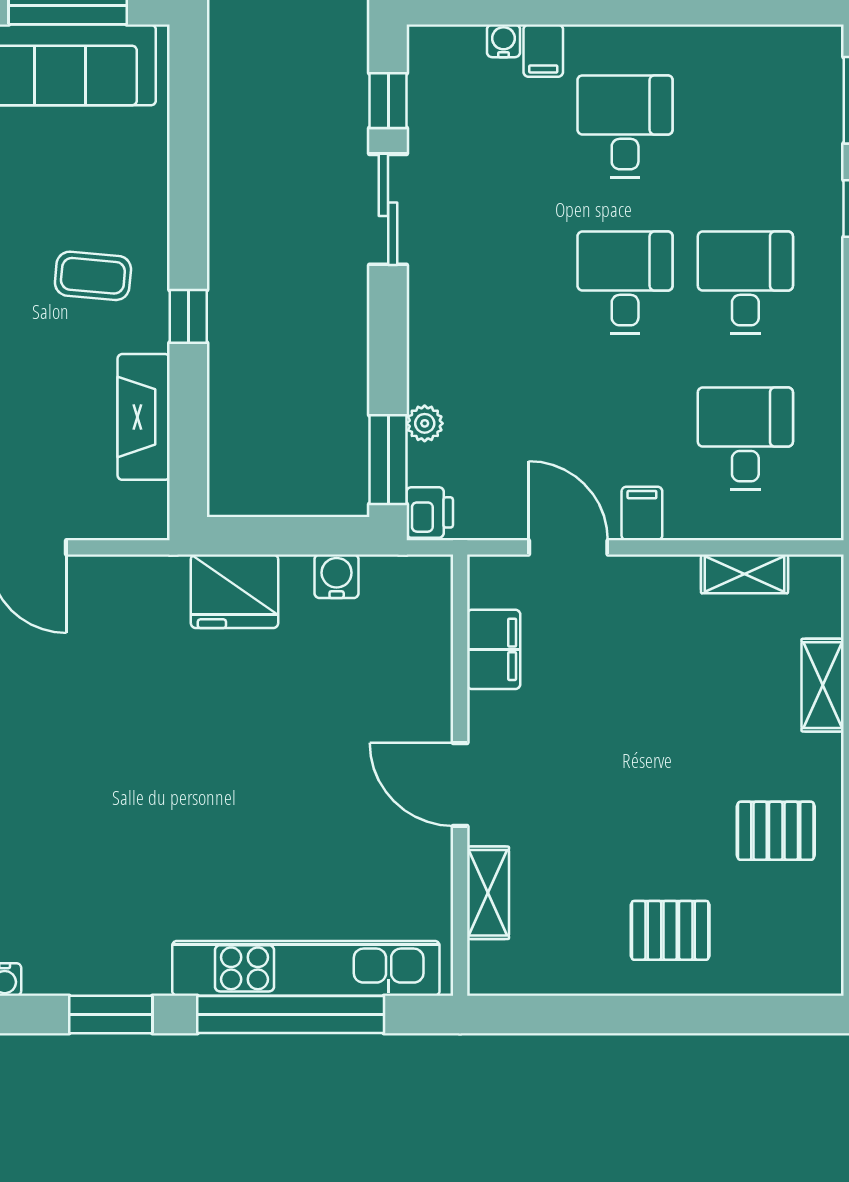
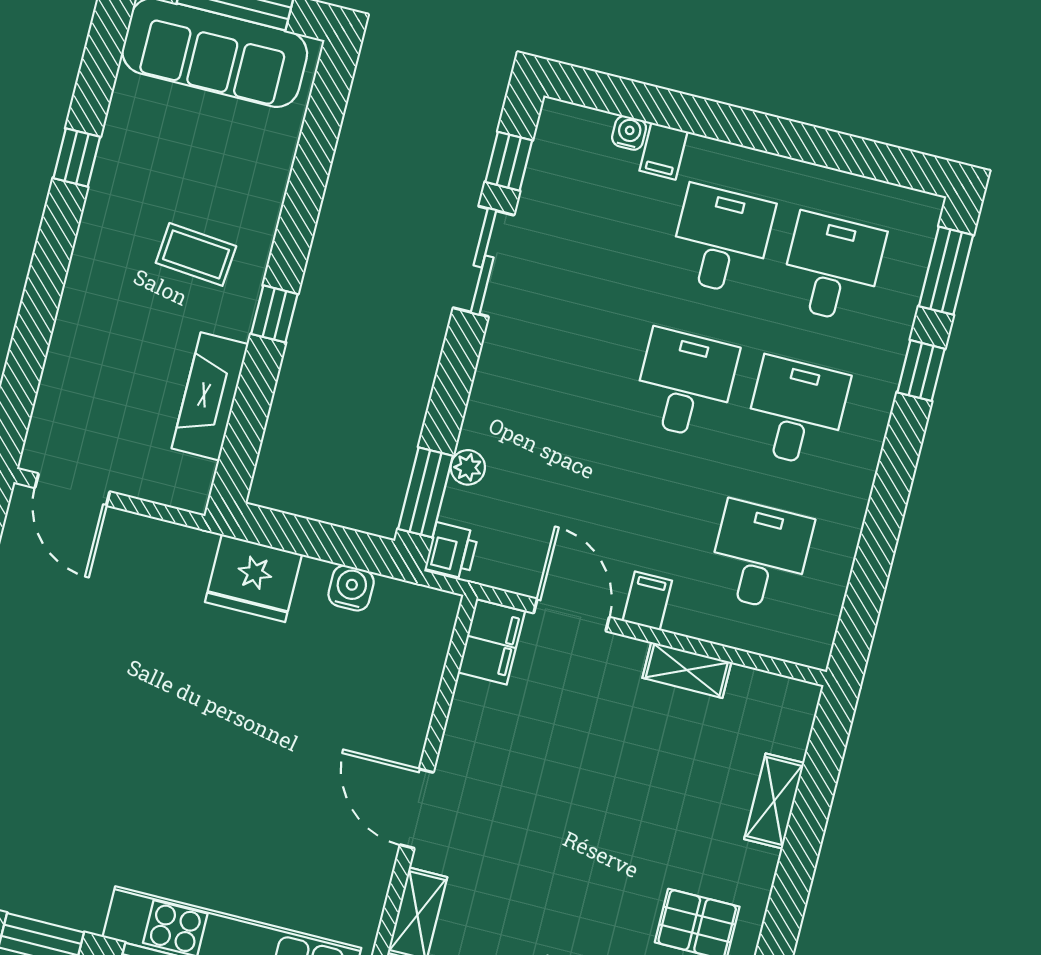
desk: (745, 126) -> (832, 268), added
shelving: (744, 574) -> (687, 670), moved
filing cabinet: (494, 649) -> (491, 642), moved

